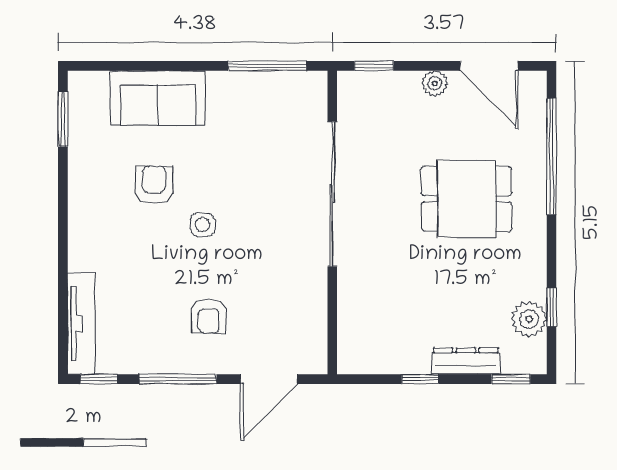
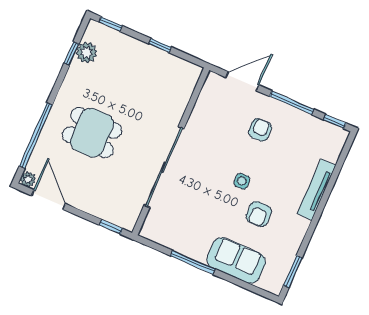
window: (267, 66) -> (193, 262), moved
plant: (435, 83) -> (28, 179), moved
tv unit: (81, 324) -> (317, 189), moved
dresser: (466, 361) -> (131, 44), removed

